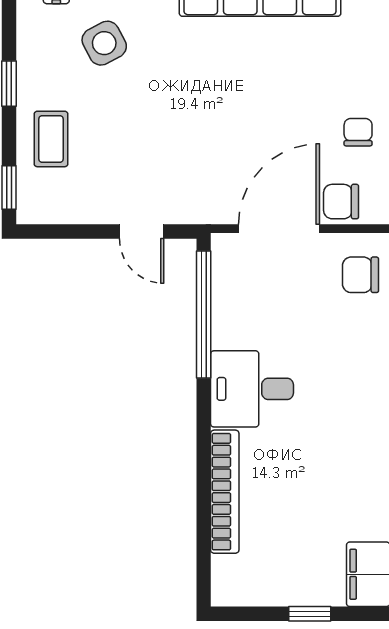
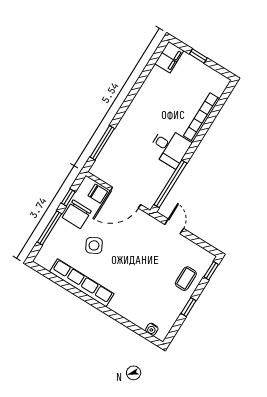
side table: (104, 43) -> (94, 245), moved
chair: (358, 132) -> (77, 214), width x1.87, depth x1.87
chair: (360, 275) -> (107, 164), removed

